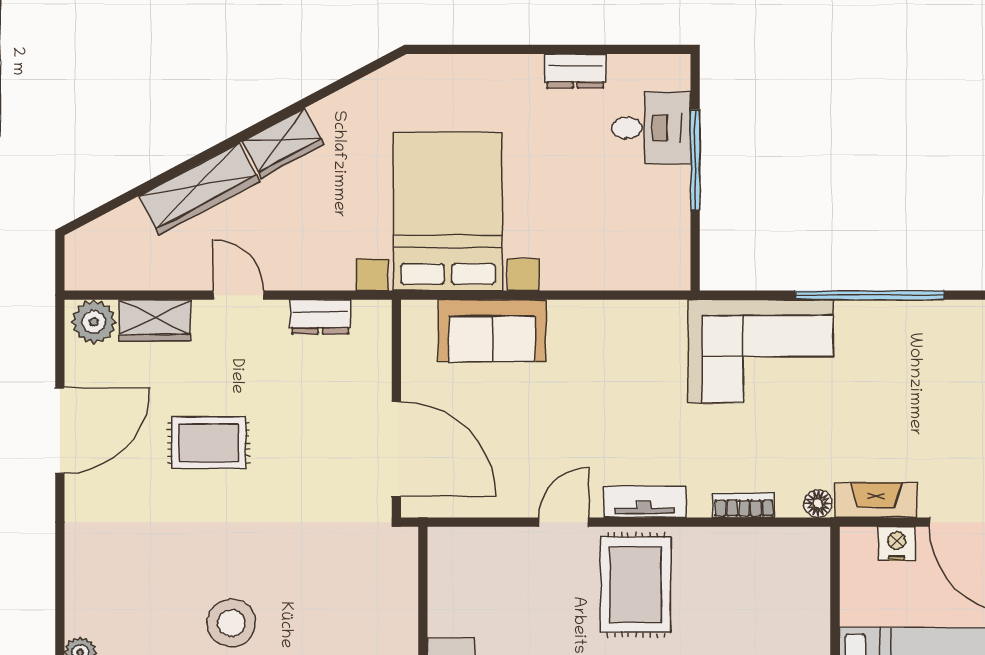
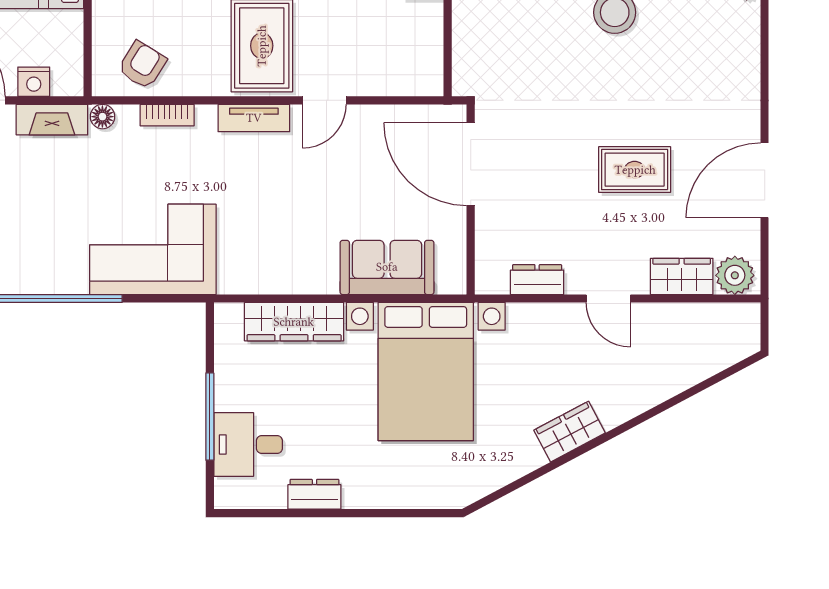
wardrobe: (199, 189) -> (294, 322), moved, turned -152
armchair: (773, 563) -> (142, 65), added

